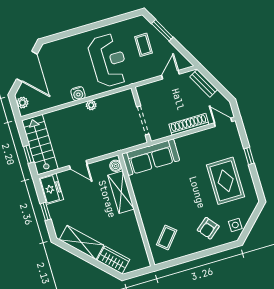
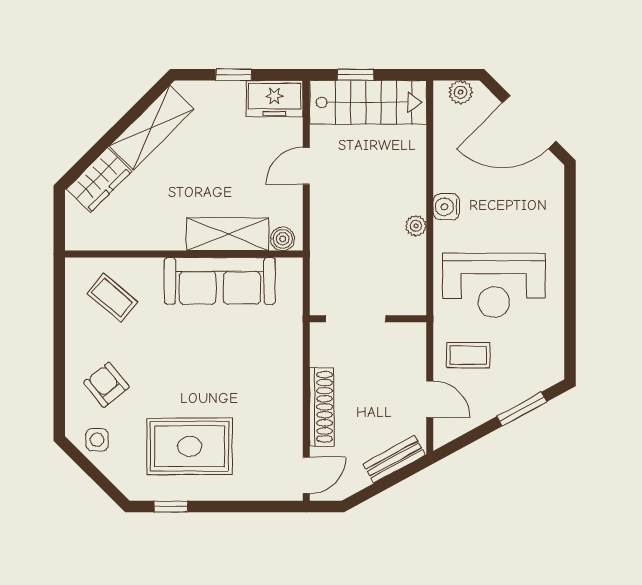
coffee table: (144, 45) -> (468, 355), moved
window: (249, 156) -> (171, 507), moved
sofa: (151, 157) -> (220, 281), moved, turned -90

